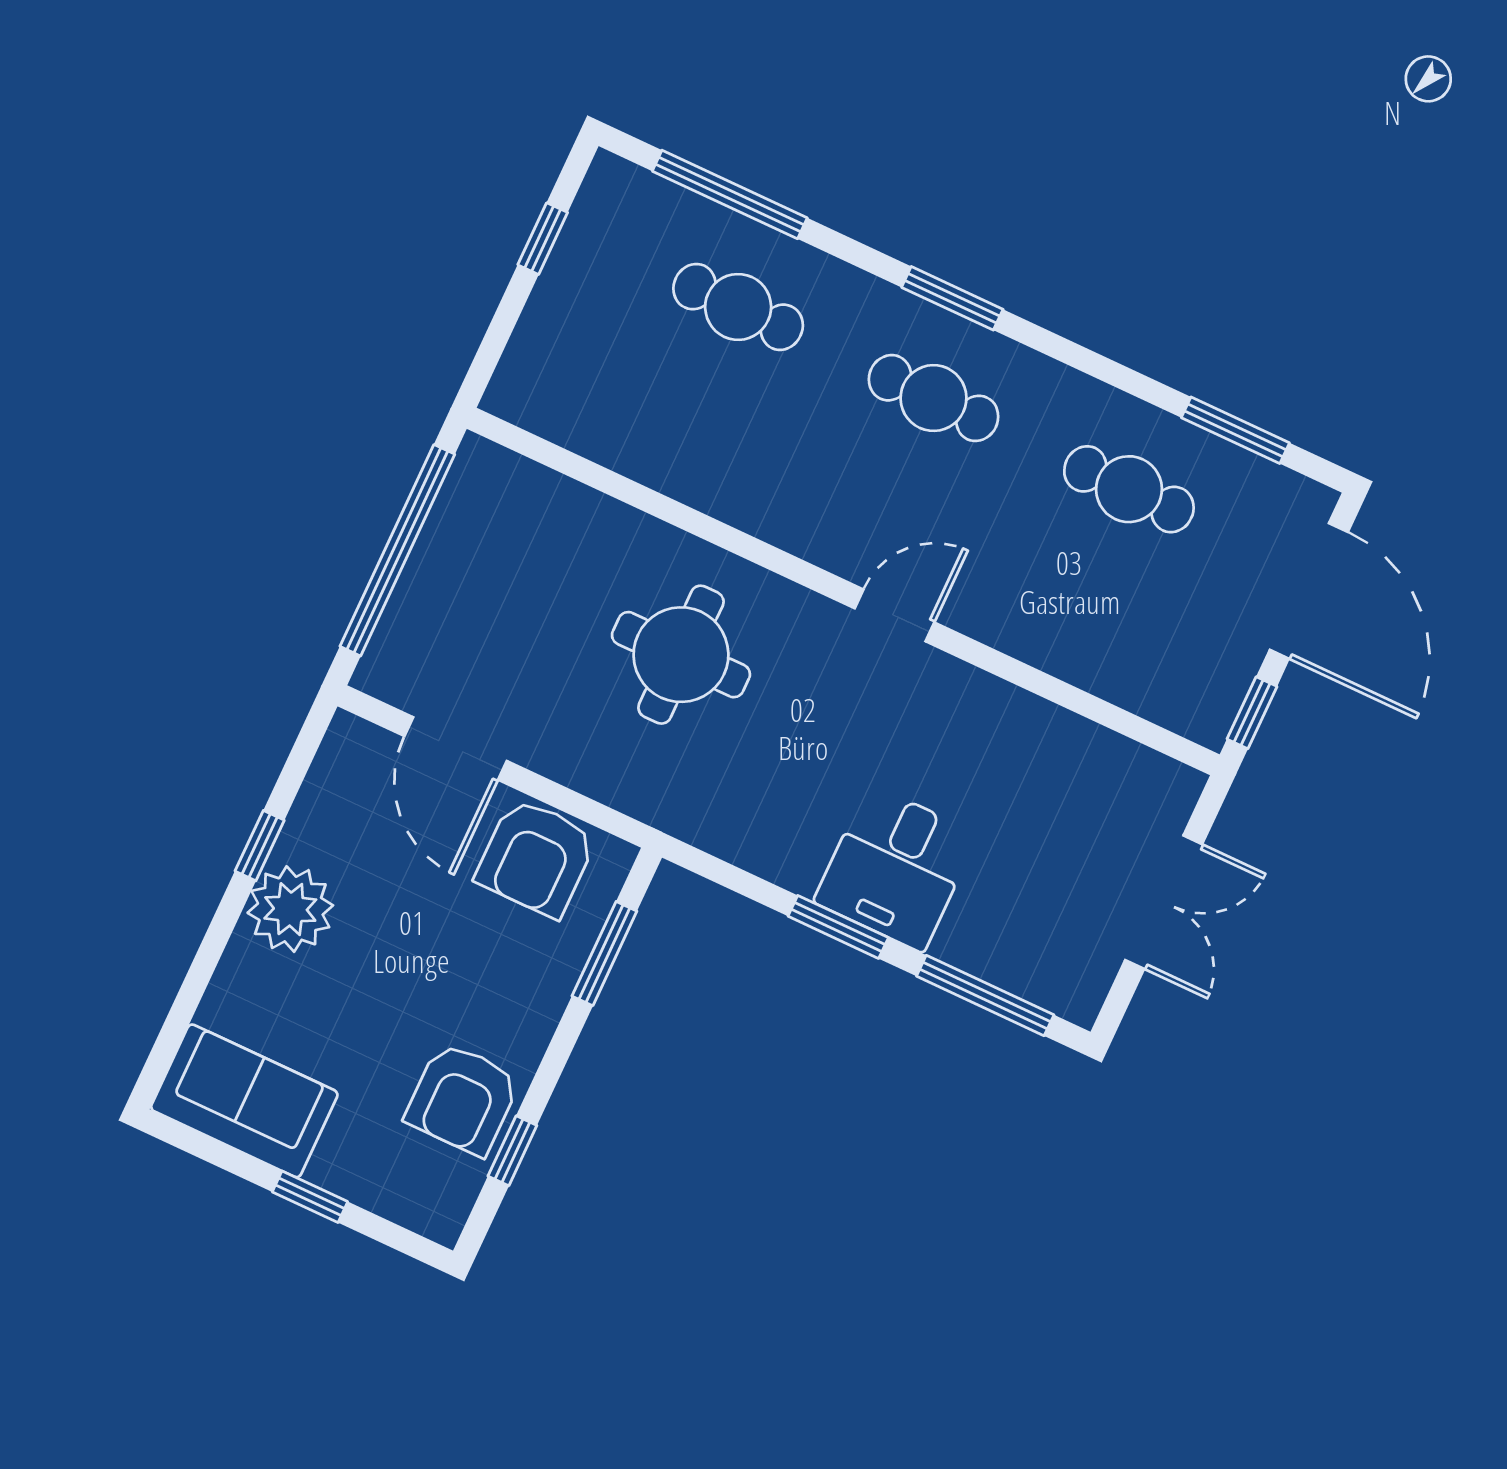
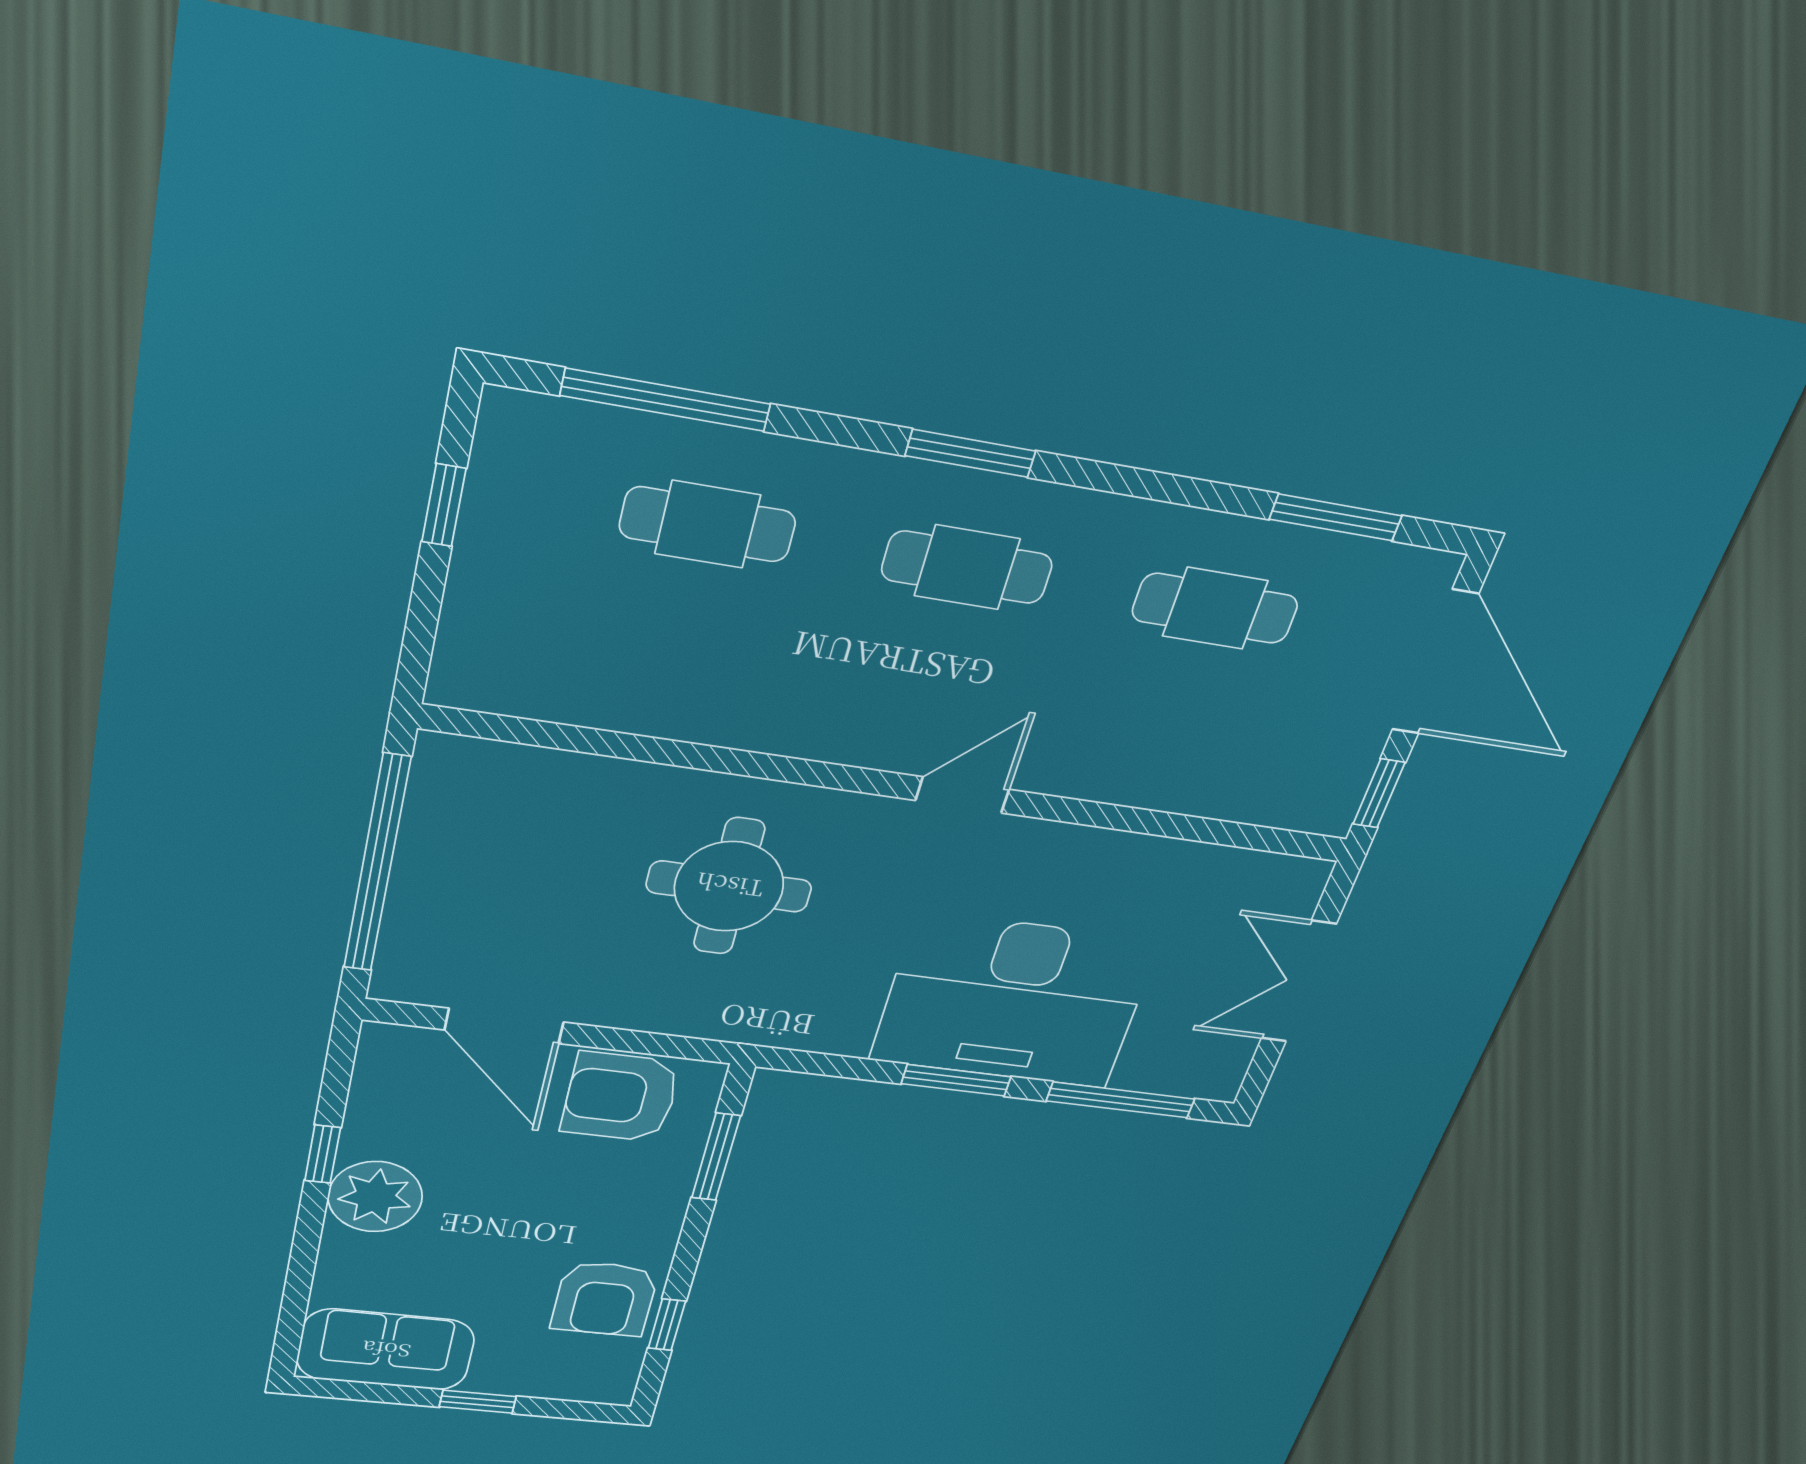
armchair: (536, 858) -> (621, 1097), turned 90
desk: (896, 868) -> (1014, 1001), width x1.87, depth x1.30
double door: (1164, 902) -> (1298, 982), swing flipped

